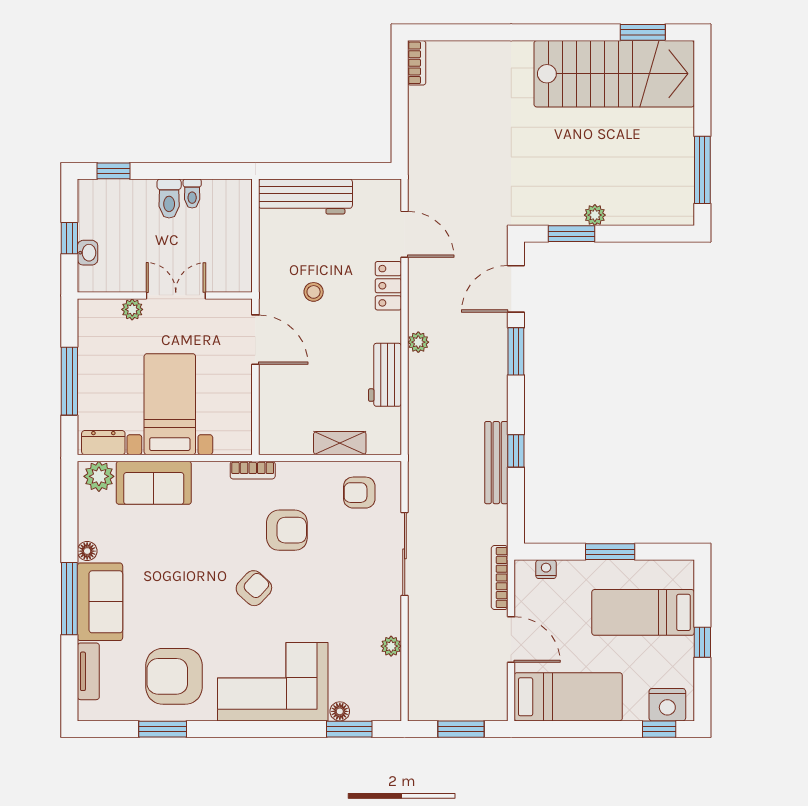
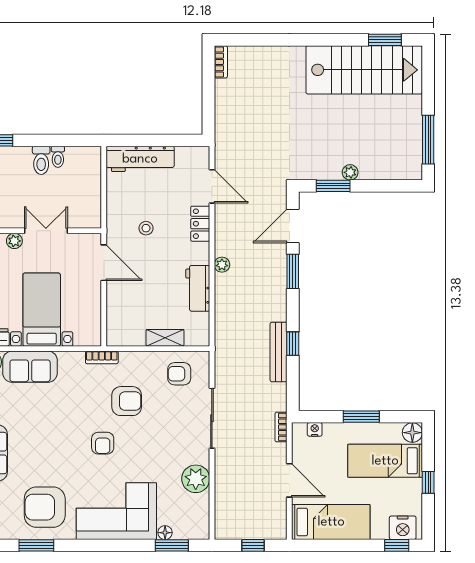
floor lamp: (681, 574) -> (412, 433), added
bookcase: (500, 577) -> (281, 427), width x0.64
armchair: (254, 588) -> (103, 443), turned 137
plant: (391, 646) -> (196, 479), width x1.88, depth x1.88
window: (461, 729) -> (253, 545), width x0.67

